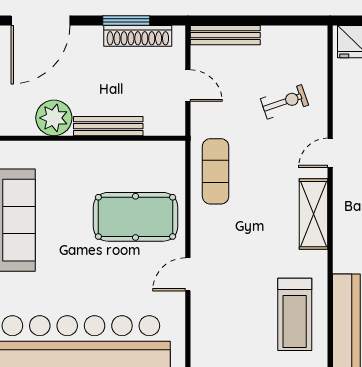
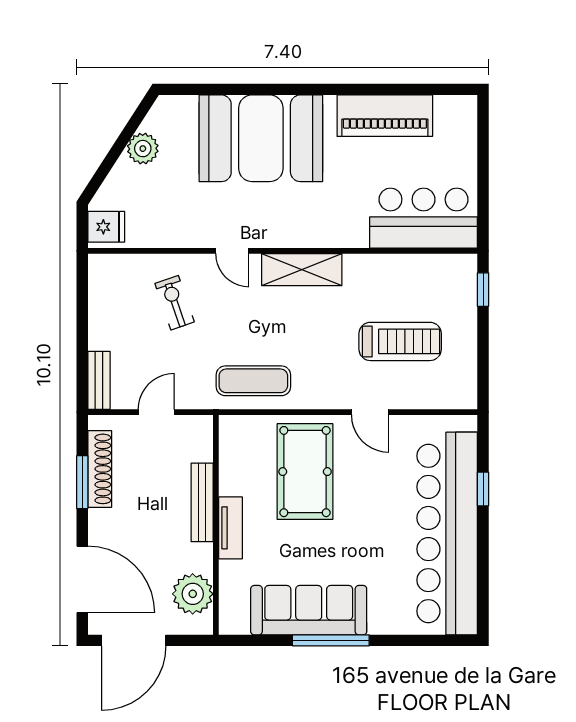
bench: (225, 35) -> (99, 380), width x0.73
plant: (54, 118) -> (193, 594), moved
tv unit: (86, 151) -> (230, 528), added
treadmill: (295, 314) -> (400, 341), moved

